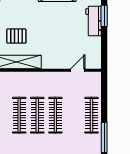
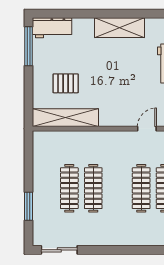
clothes rail: (55, 115) -> (141, 188), moved

